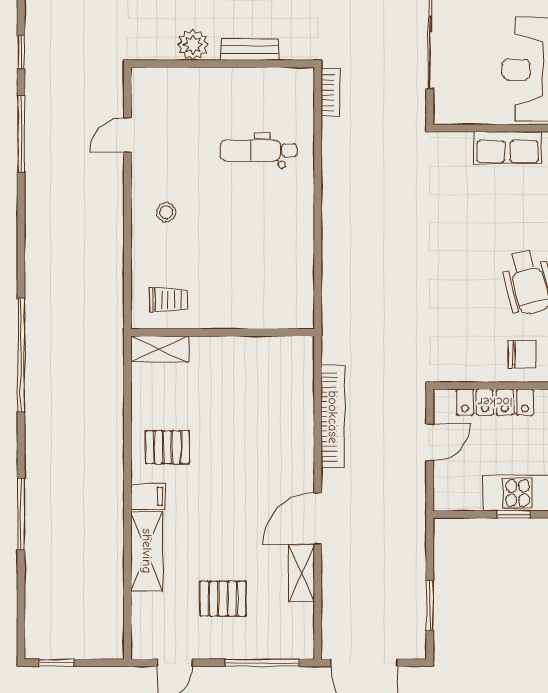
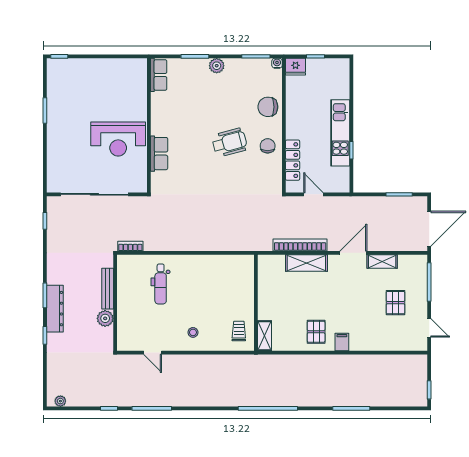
bench: (250, 49) -> (108, 289), width x1.36
door: (318, 518) -> (353, 253), swing flipped
shelving: (147, 551) -> (306, 263), moved

